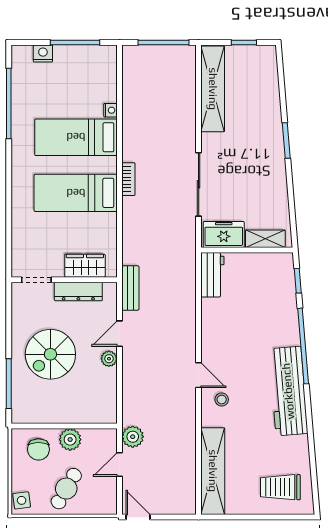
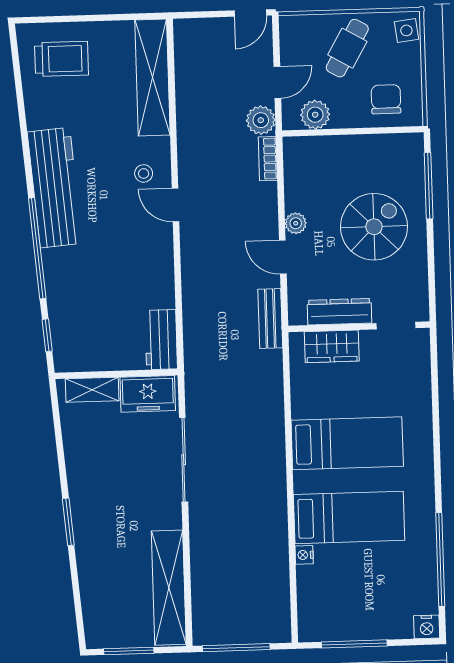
window: (244, 42) -> (129, 651), width x1.50
nightstand: (43, 54) -> (427, 627), moved
bookcase: (128, 179) -> (268, 159), moved
door: (119, 334) -> (283, 257), swing flipped
plant: (70, 440) -> (315, 115), moved
door: (138, 517) -> (250, 13), hinge flipped

